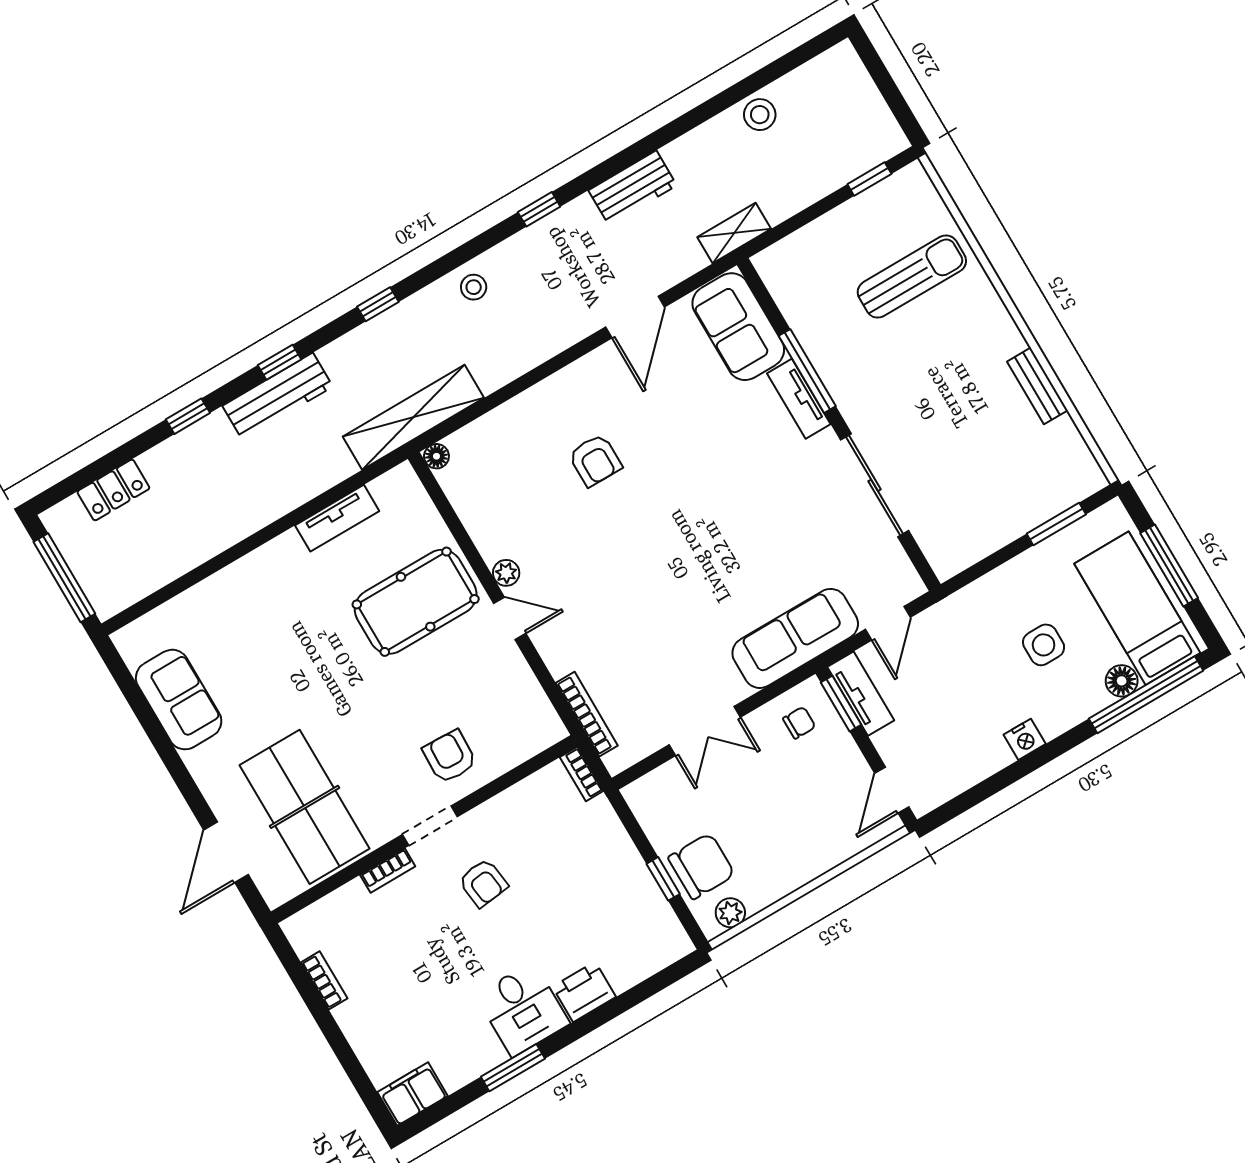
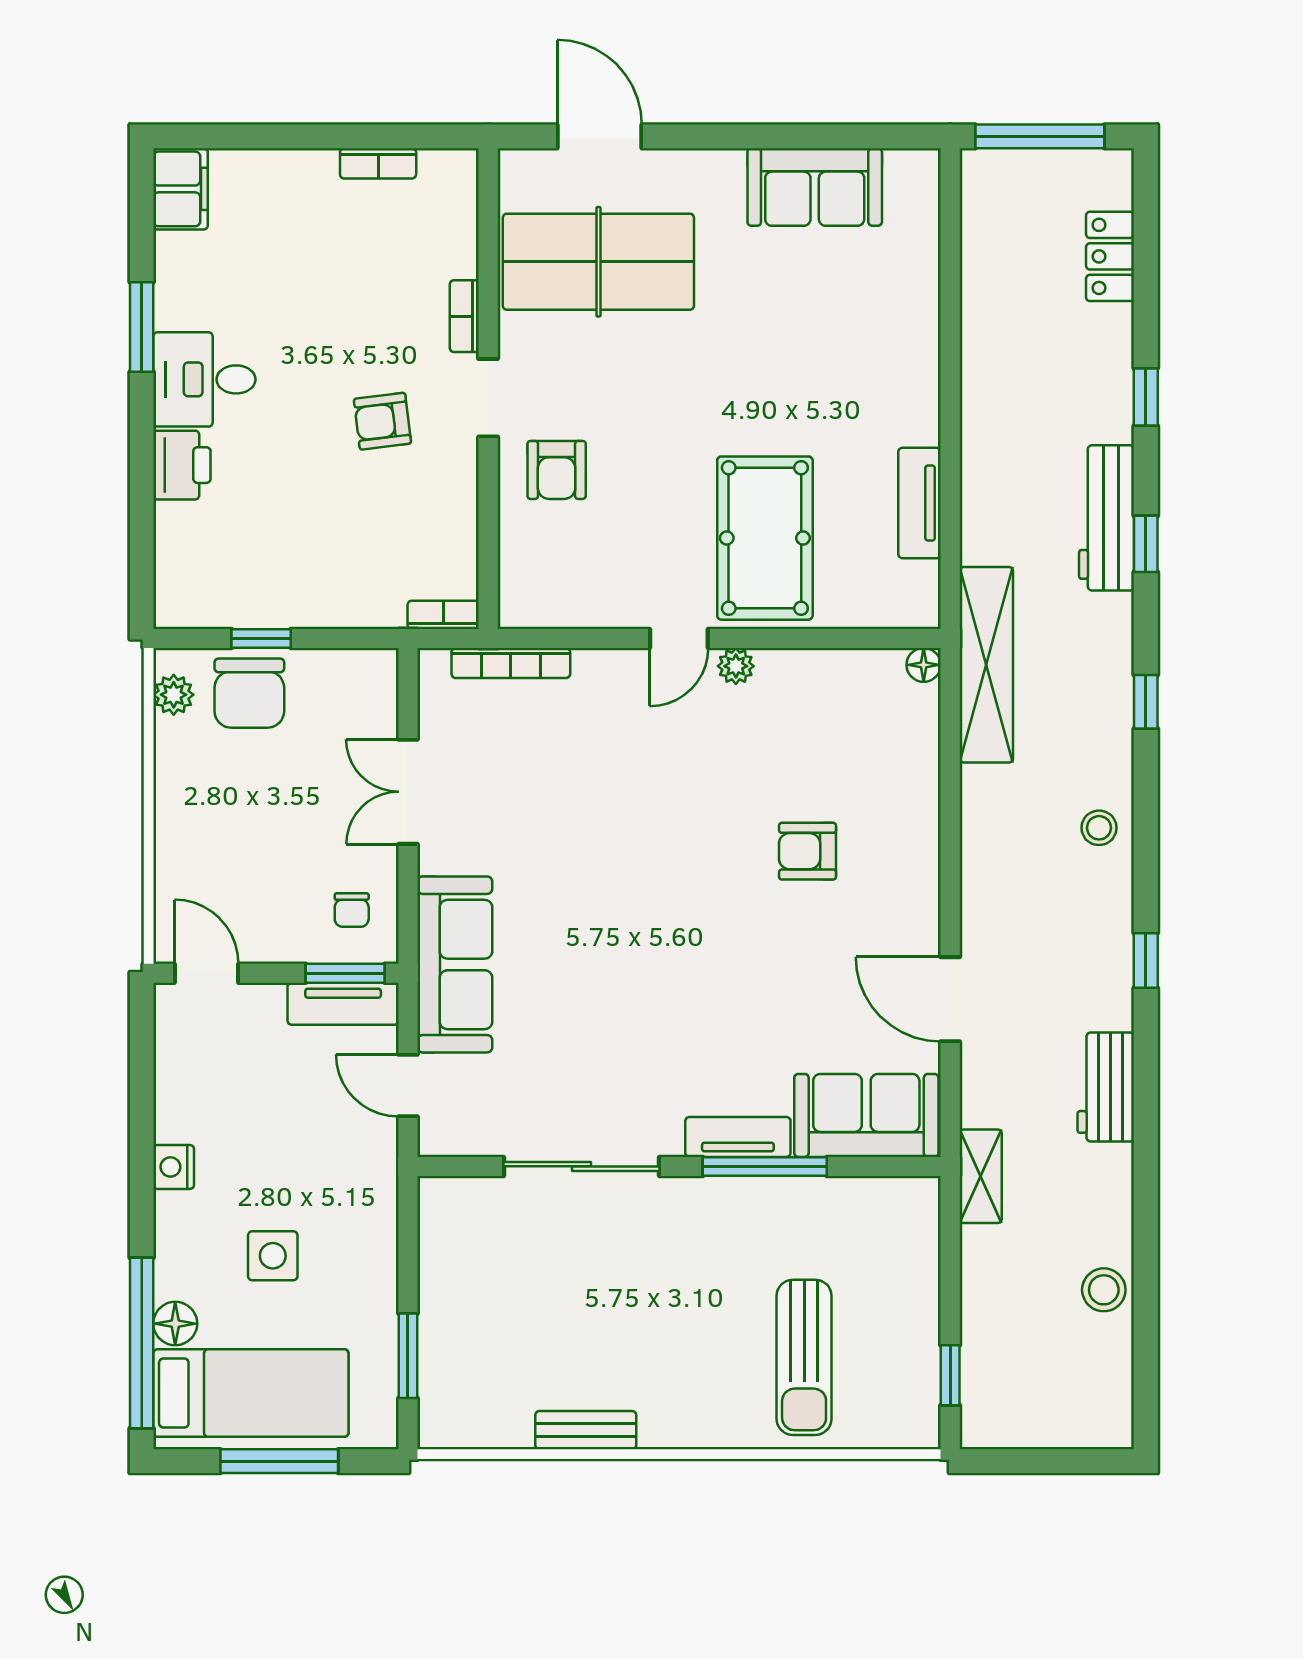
armchair: (450, 757) -> (557, 470), turned 88

